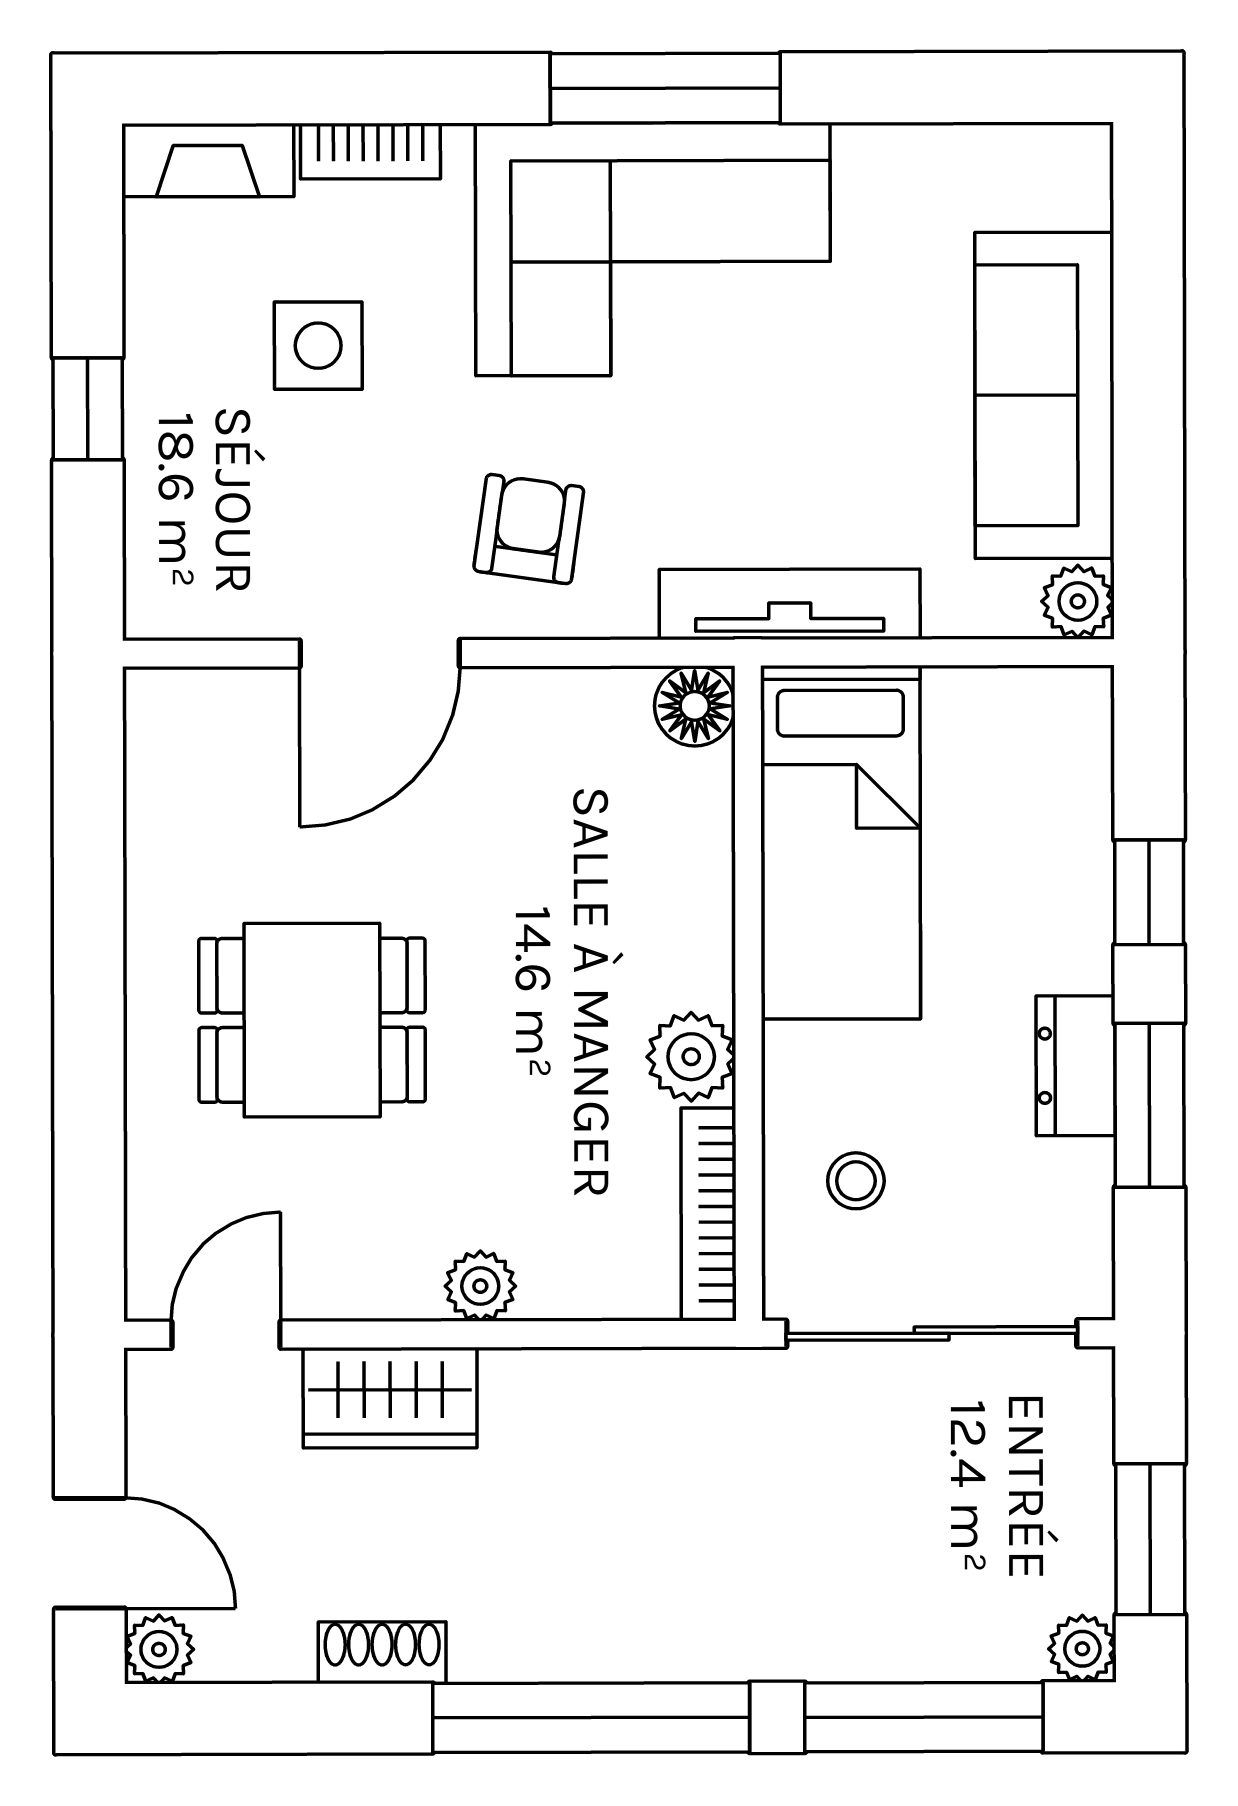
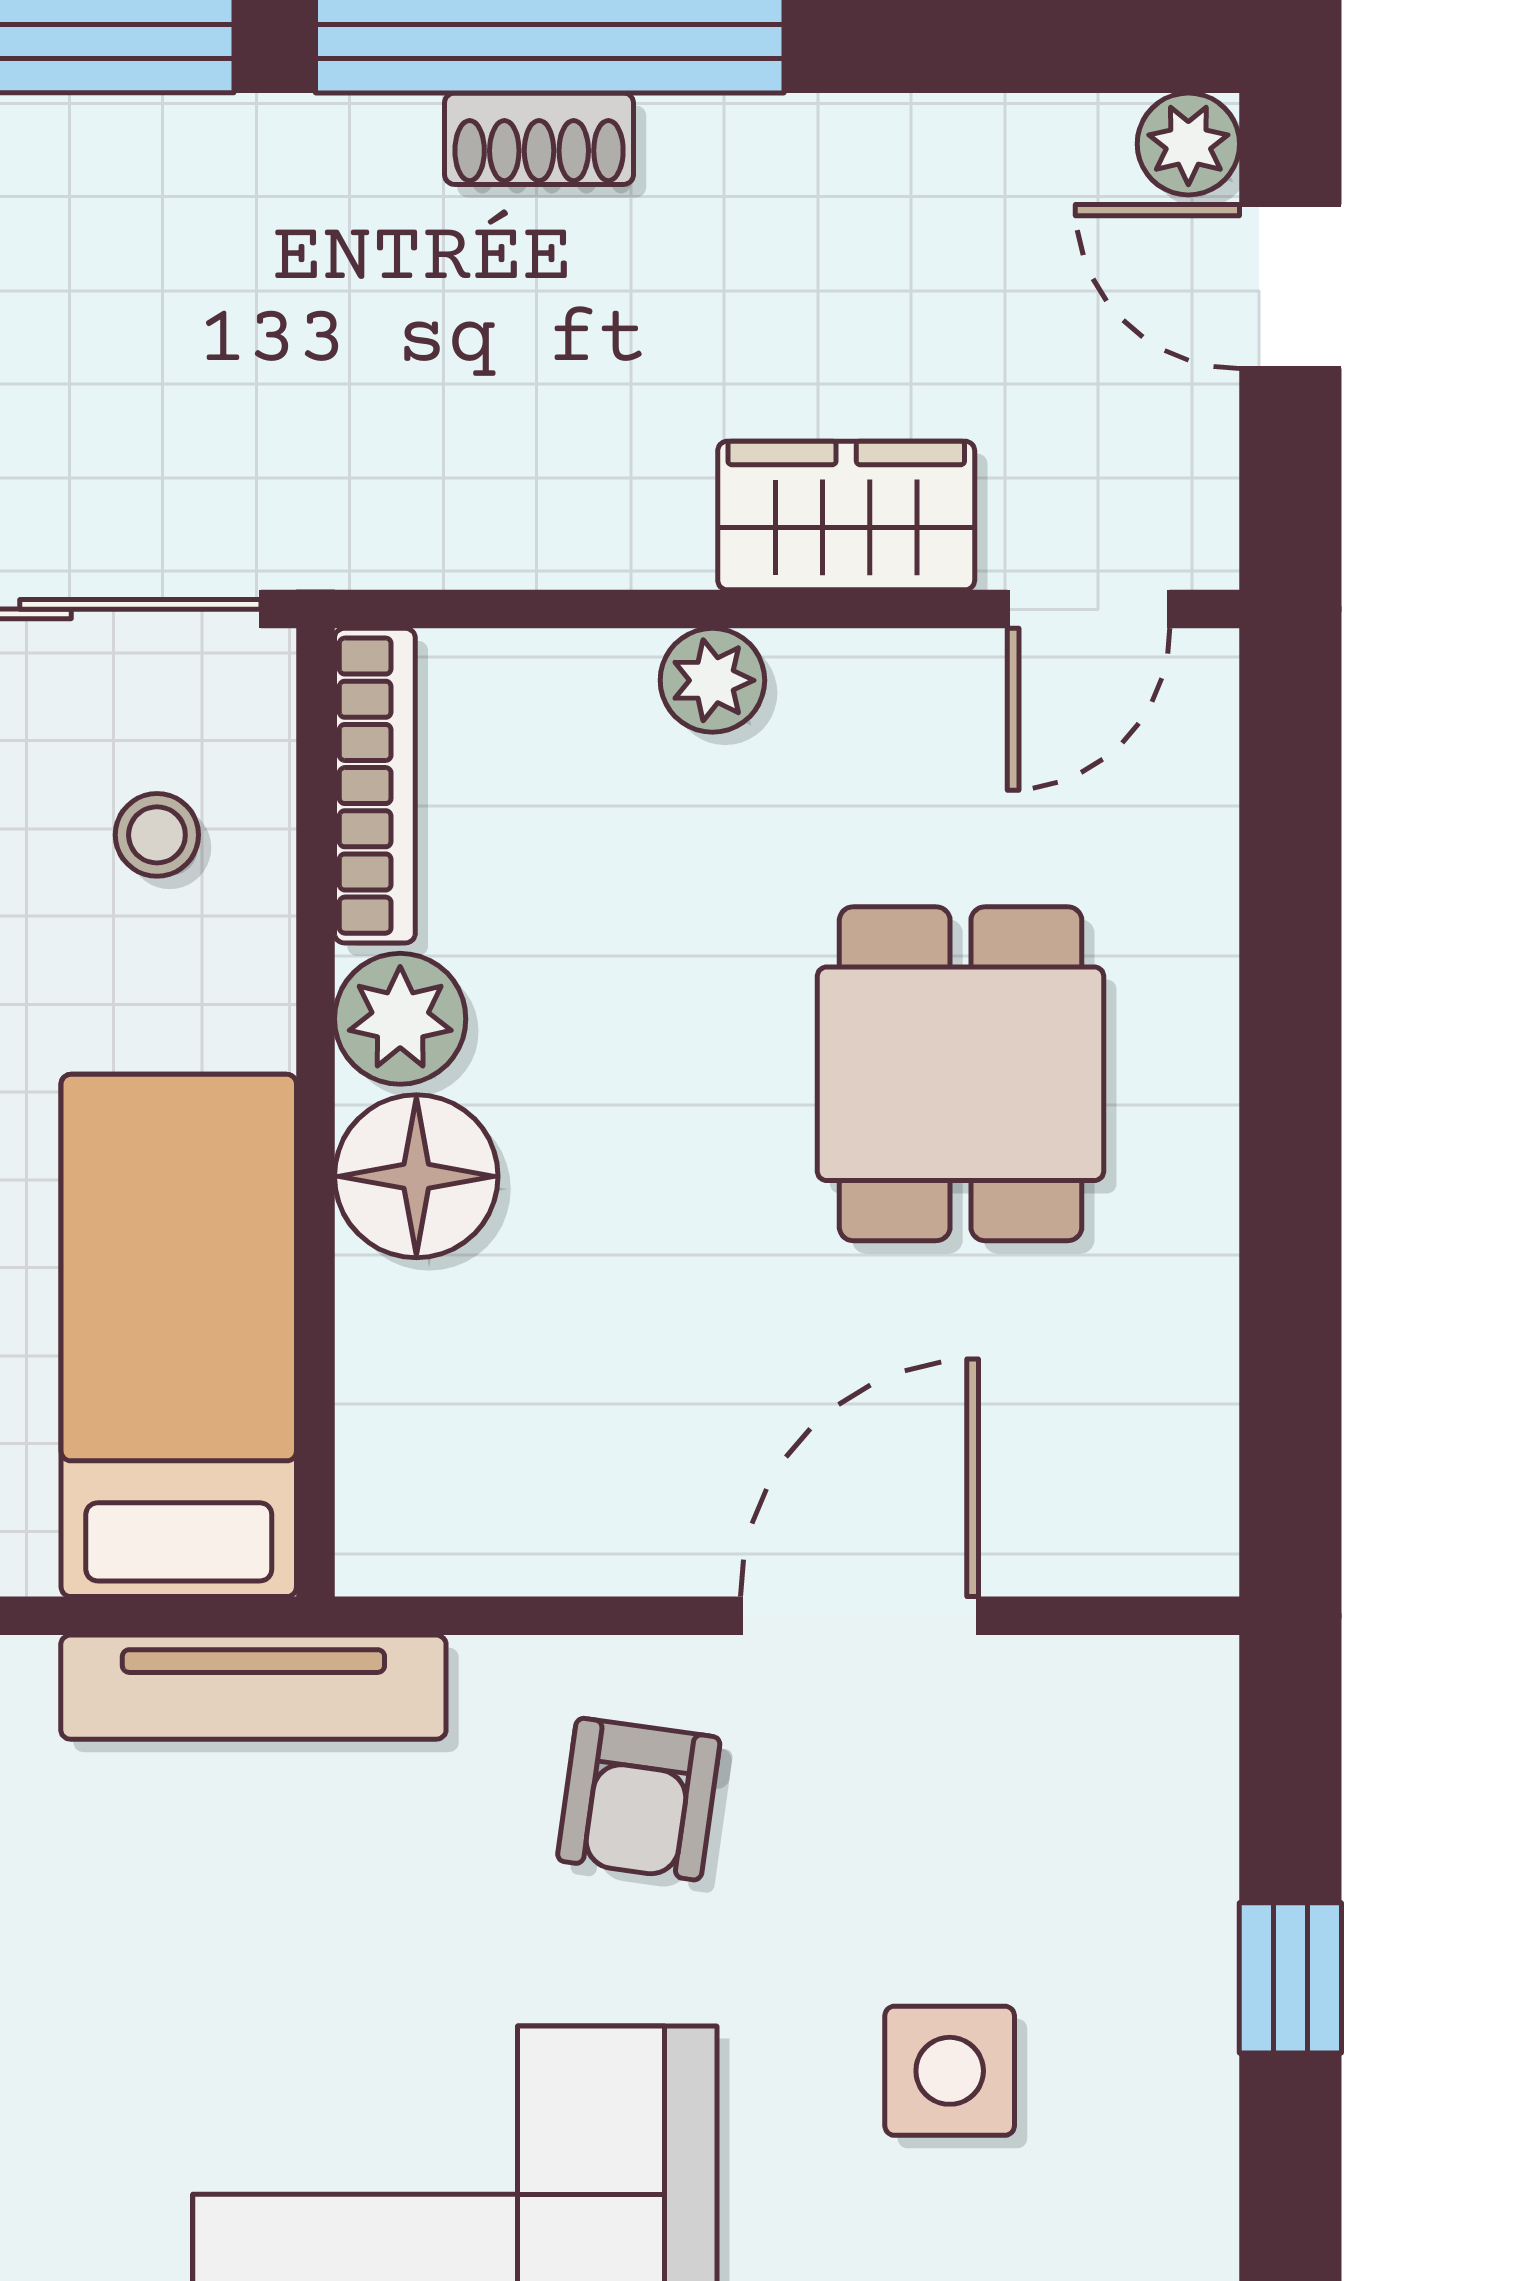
floor lamp: (695, 706) -> (416, 1176), moved, width x1.38, depth x1.38
dining table: (312, 1020) -> (961, 1074), turned 90
shoe rack: (382, 1653) -> (539, 139), moved

